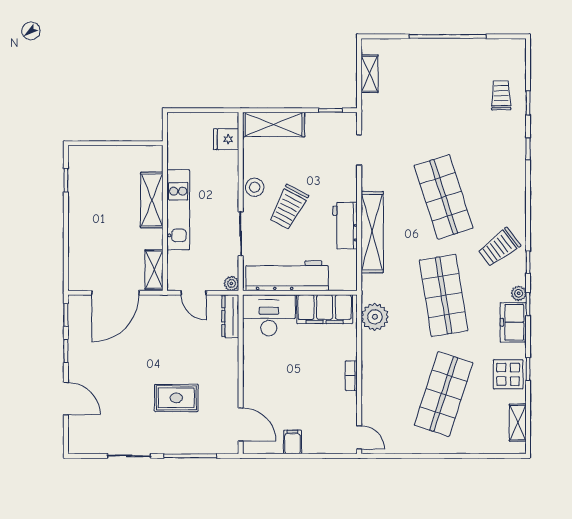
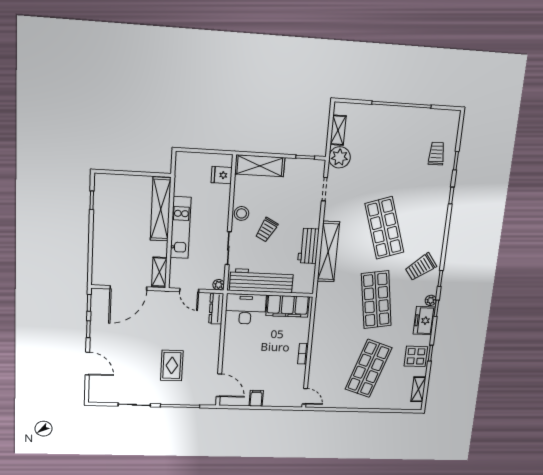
shelving: (152, 200) -> (161, 209), width x1.47
trolley: (289, 207) -> (267, 230), width x0.73, depth x0.72
plant: (375, 317) -> (340, 157), moved
rug: (176, 398) -> (172, 365), turned 90

